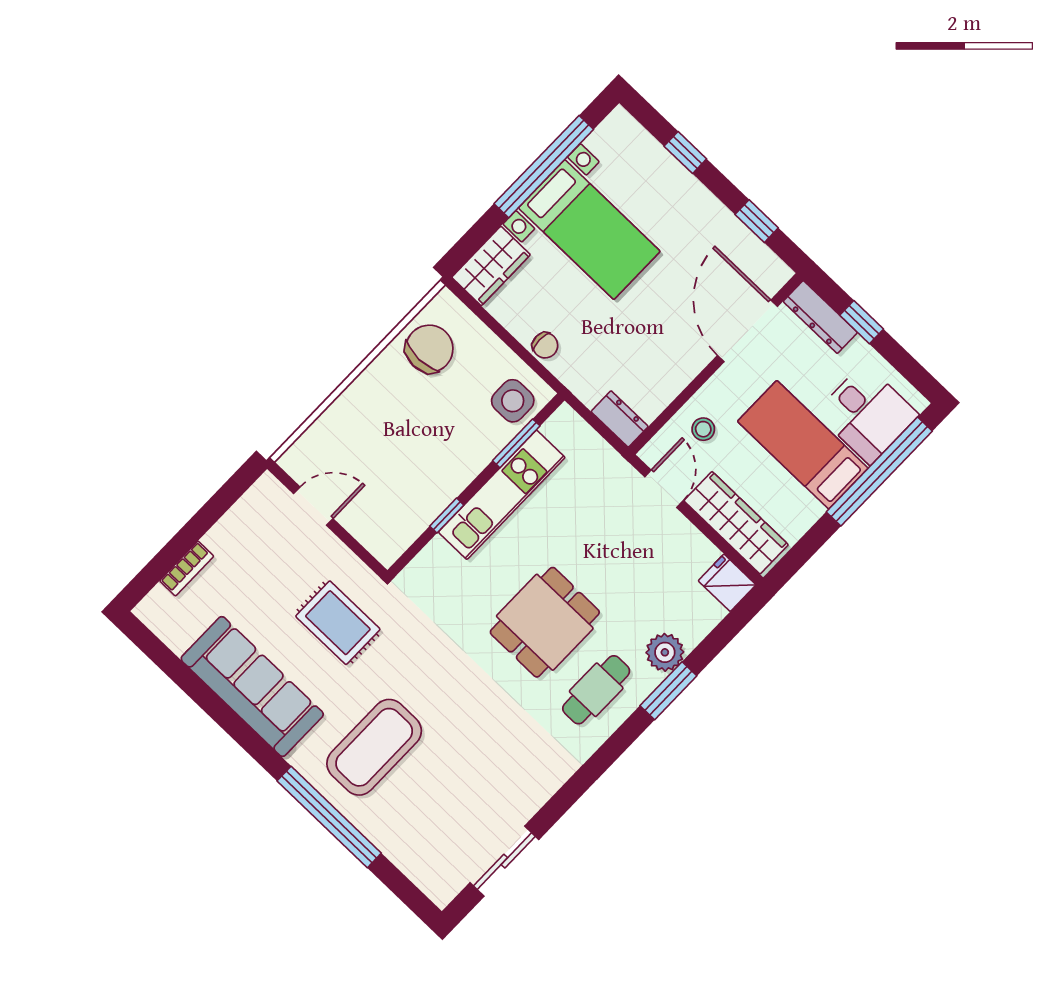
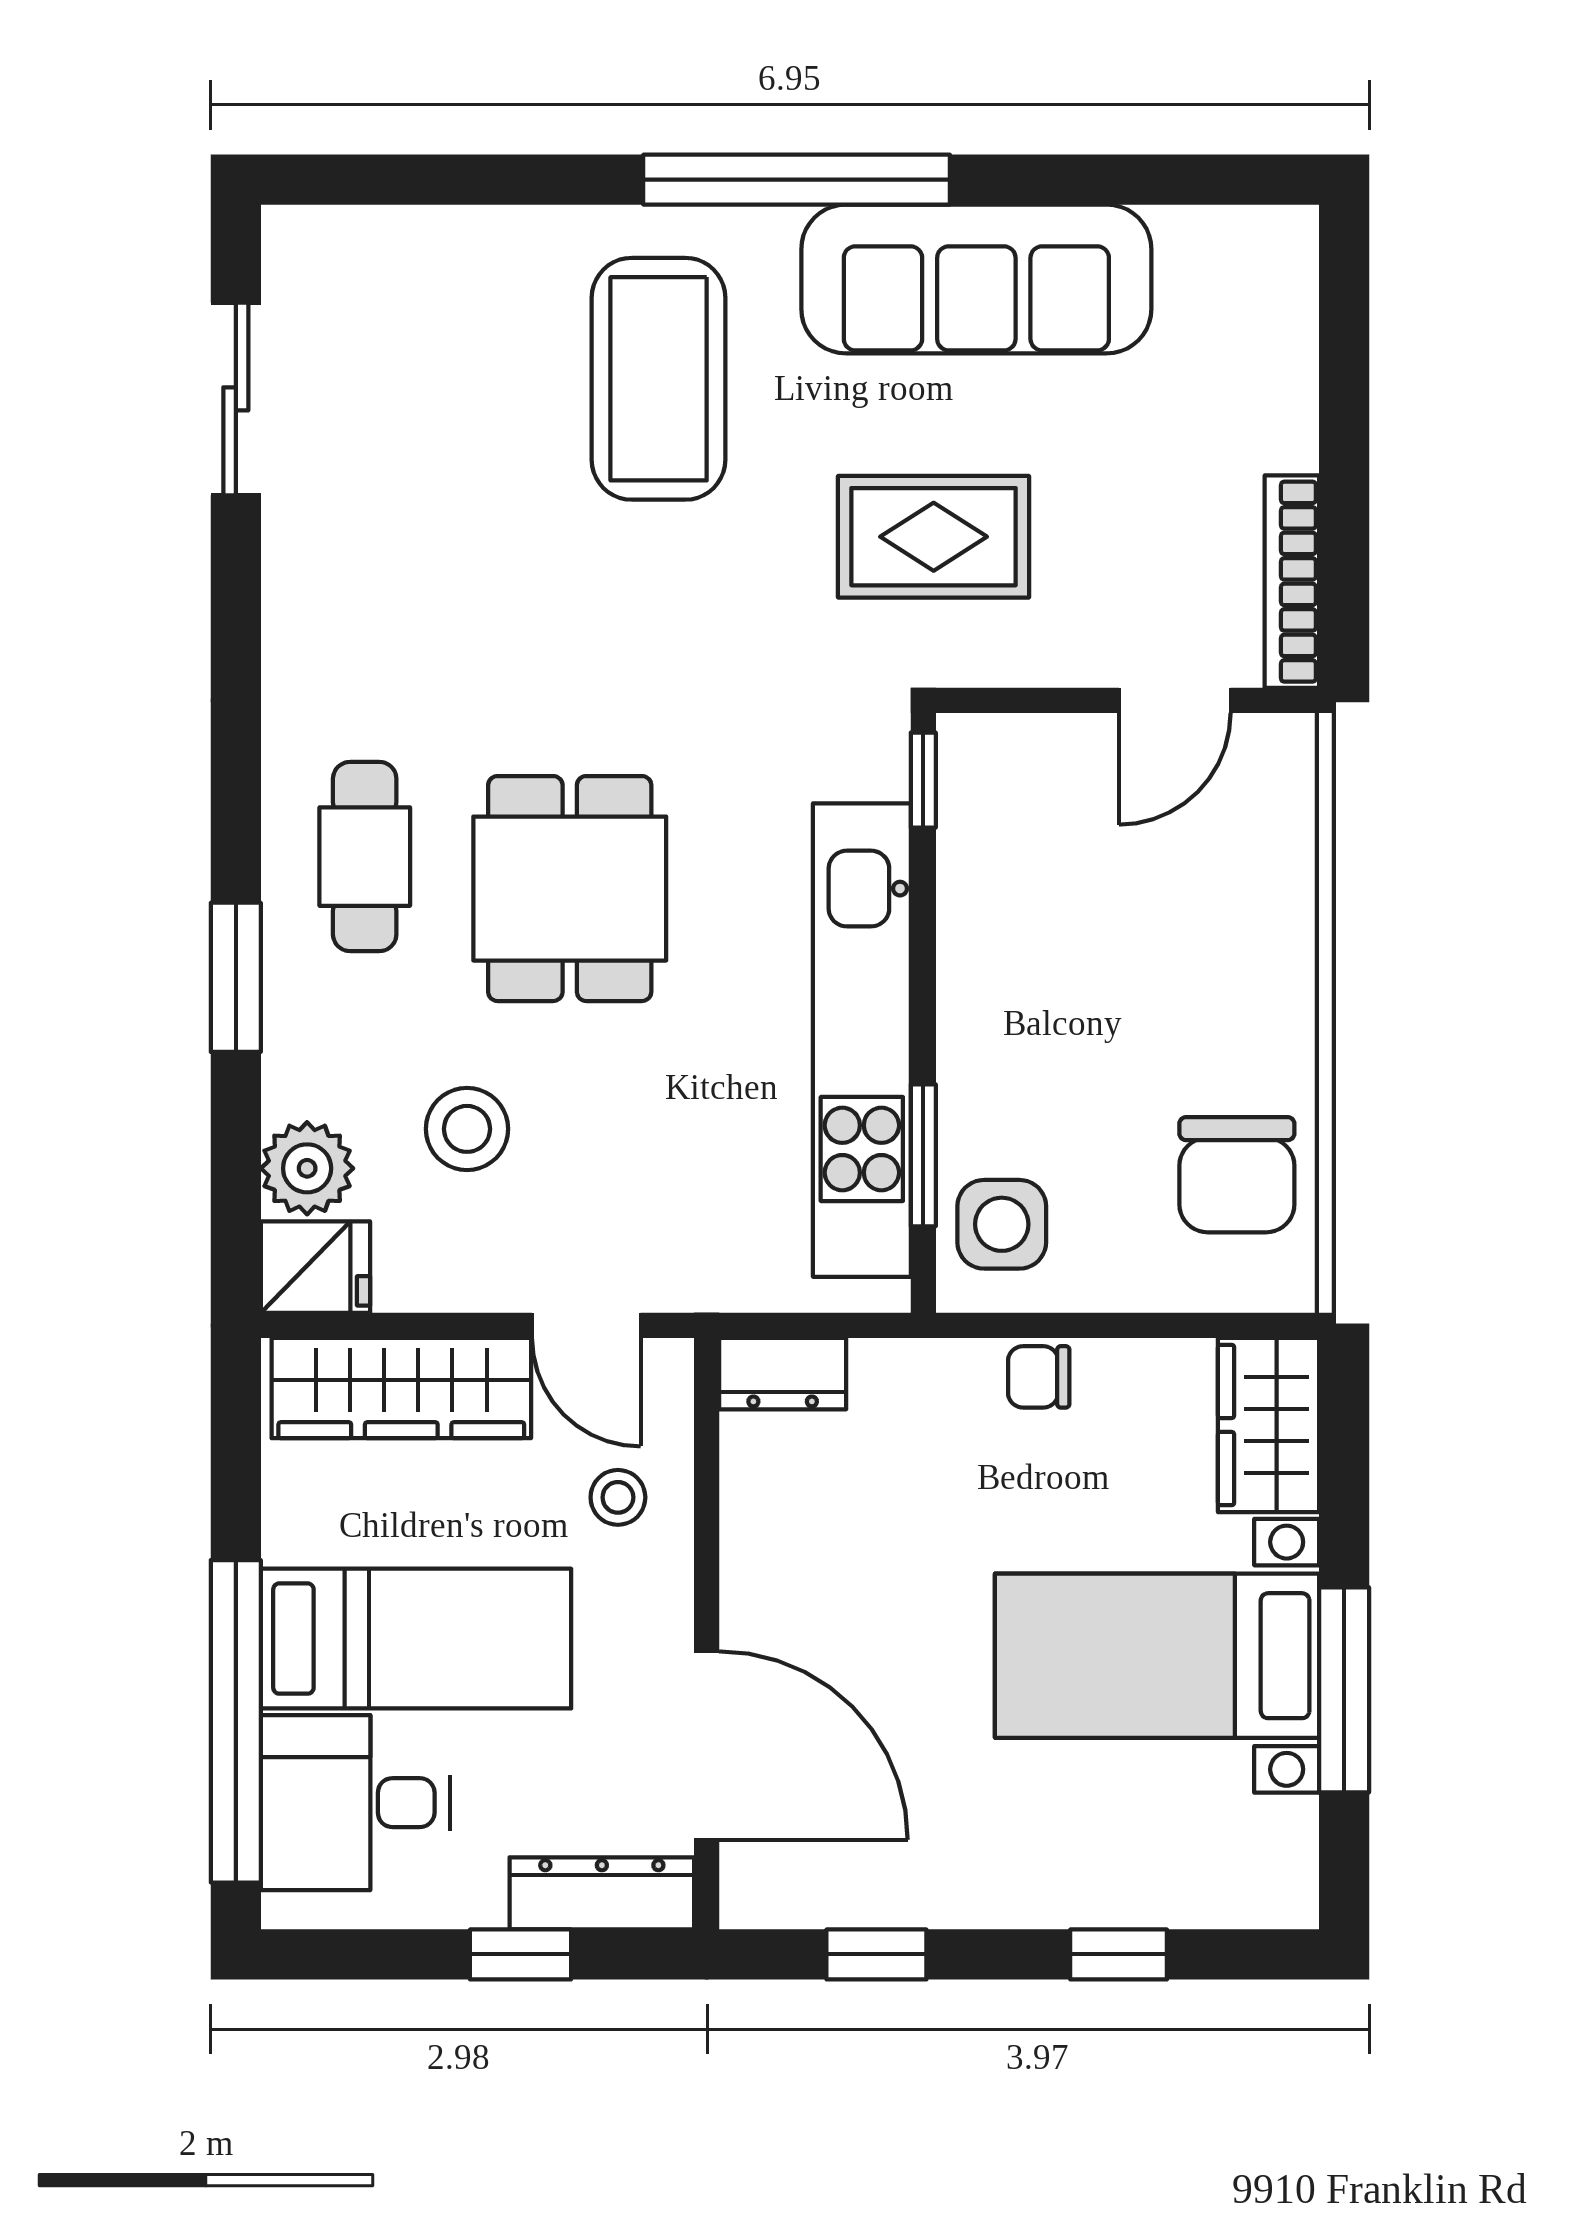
window: (544, 167) -> (1344, 1690), width x0.68
kitchen unit: (502, 495) -> (862, 1040), width x1.36
window: (447, 516) -> (923, 780), moved
bookcase: (187, 569) -> (1292, 582), moved, width x1.56
stool: (643, 580) -> (467, 1129), added
plant: (665, 652) -> (307, 1168), moved
window: (329, 817) -> (797, 180), moved

